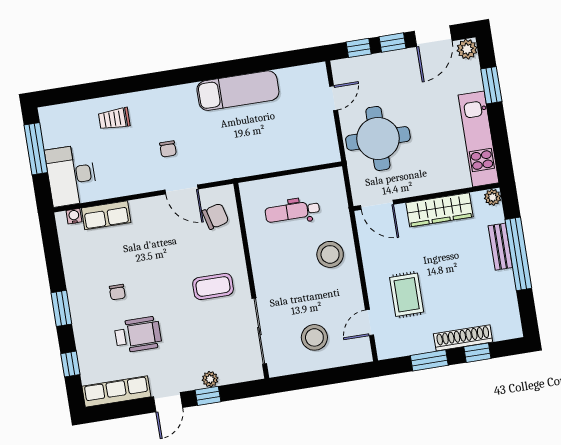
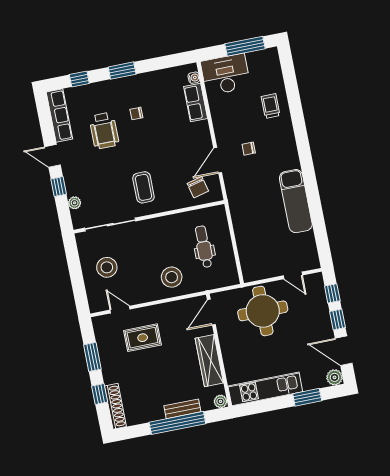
shoe rack: (463, 338) -> (115, 406), moved
plant: (210, 379) -> (75, 203), moved

